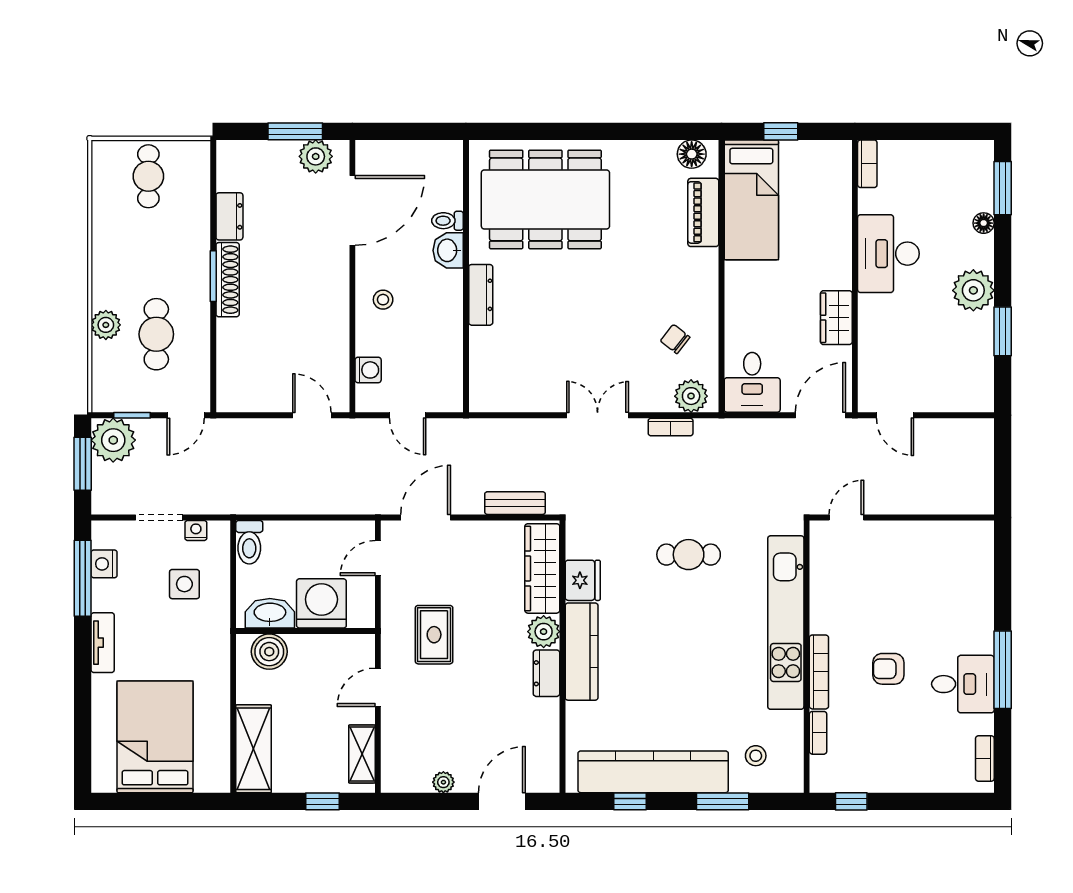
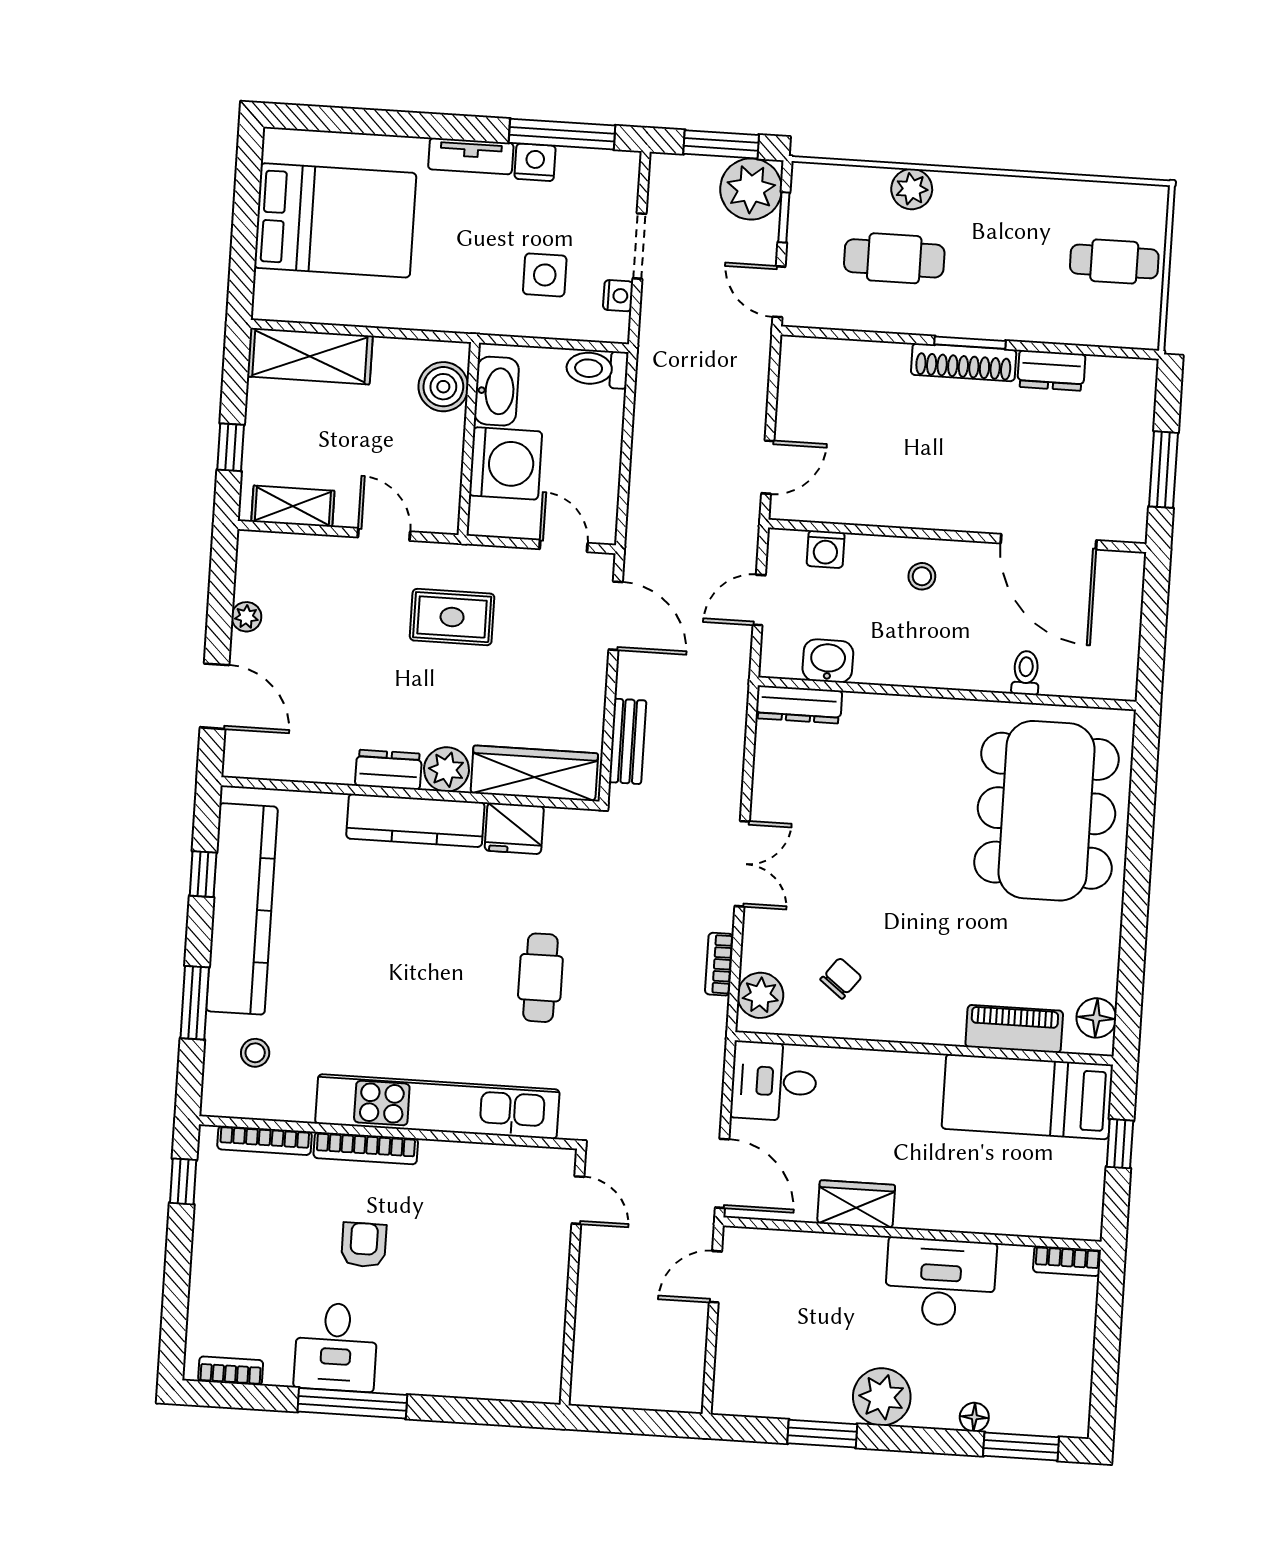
plant: (316, 156) -> (1127, 496), removed
washbasin: (448, 250) -> (828, 661), moved
dresser: (481, 295) -> (799, 704), moved
nightstand: (104, 564) -> (535, 162), moved
bookcase: (818, 733) -> (265, 1140), width x1.56

